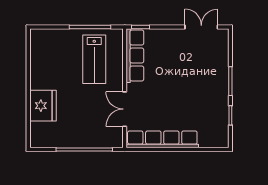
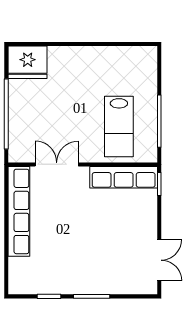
lab bench: (94, 59) -> (119, 126), turned -90
fridge: (43, 106) -> (28, 62), moved

